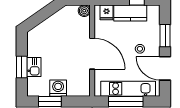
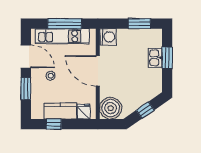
boiler: (84, 11) -> (111, 108), width x1.86, depth x1.86
window: (44, 14) -> (145, 110), added
washing machine: (58, 88) -> (108, 37), moved, turned -90

